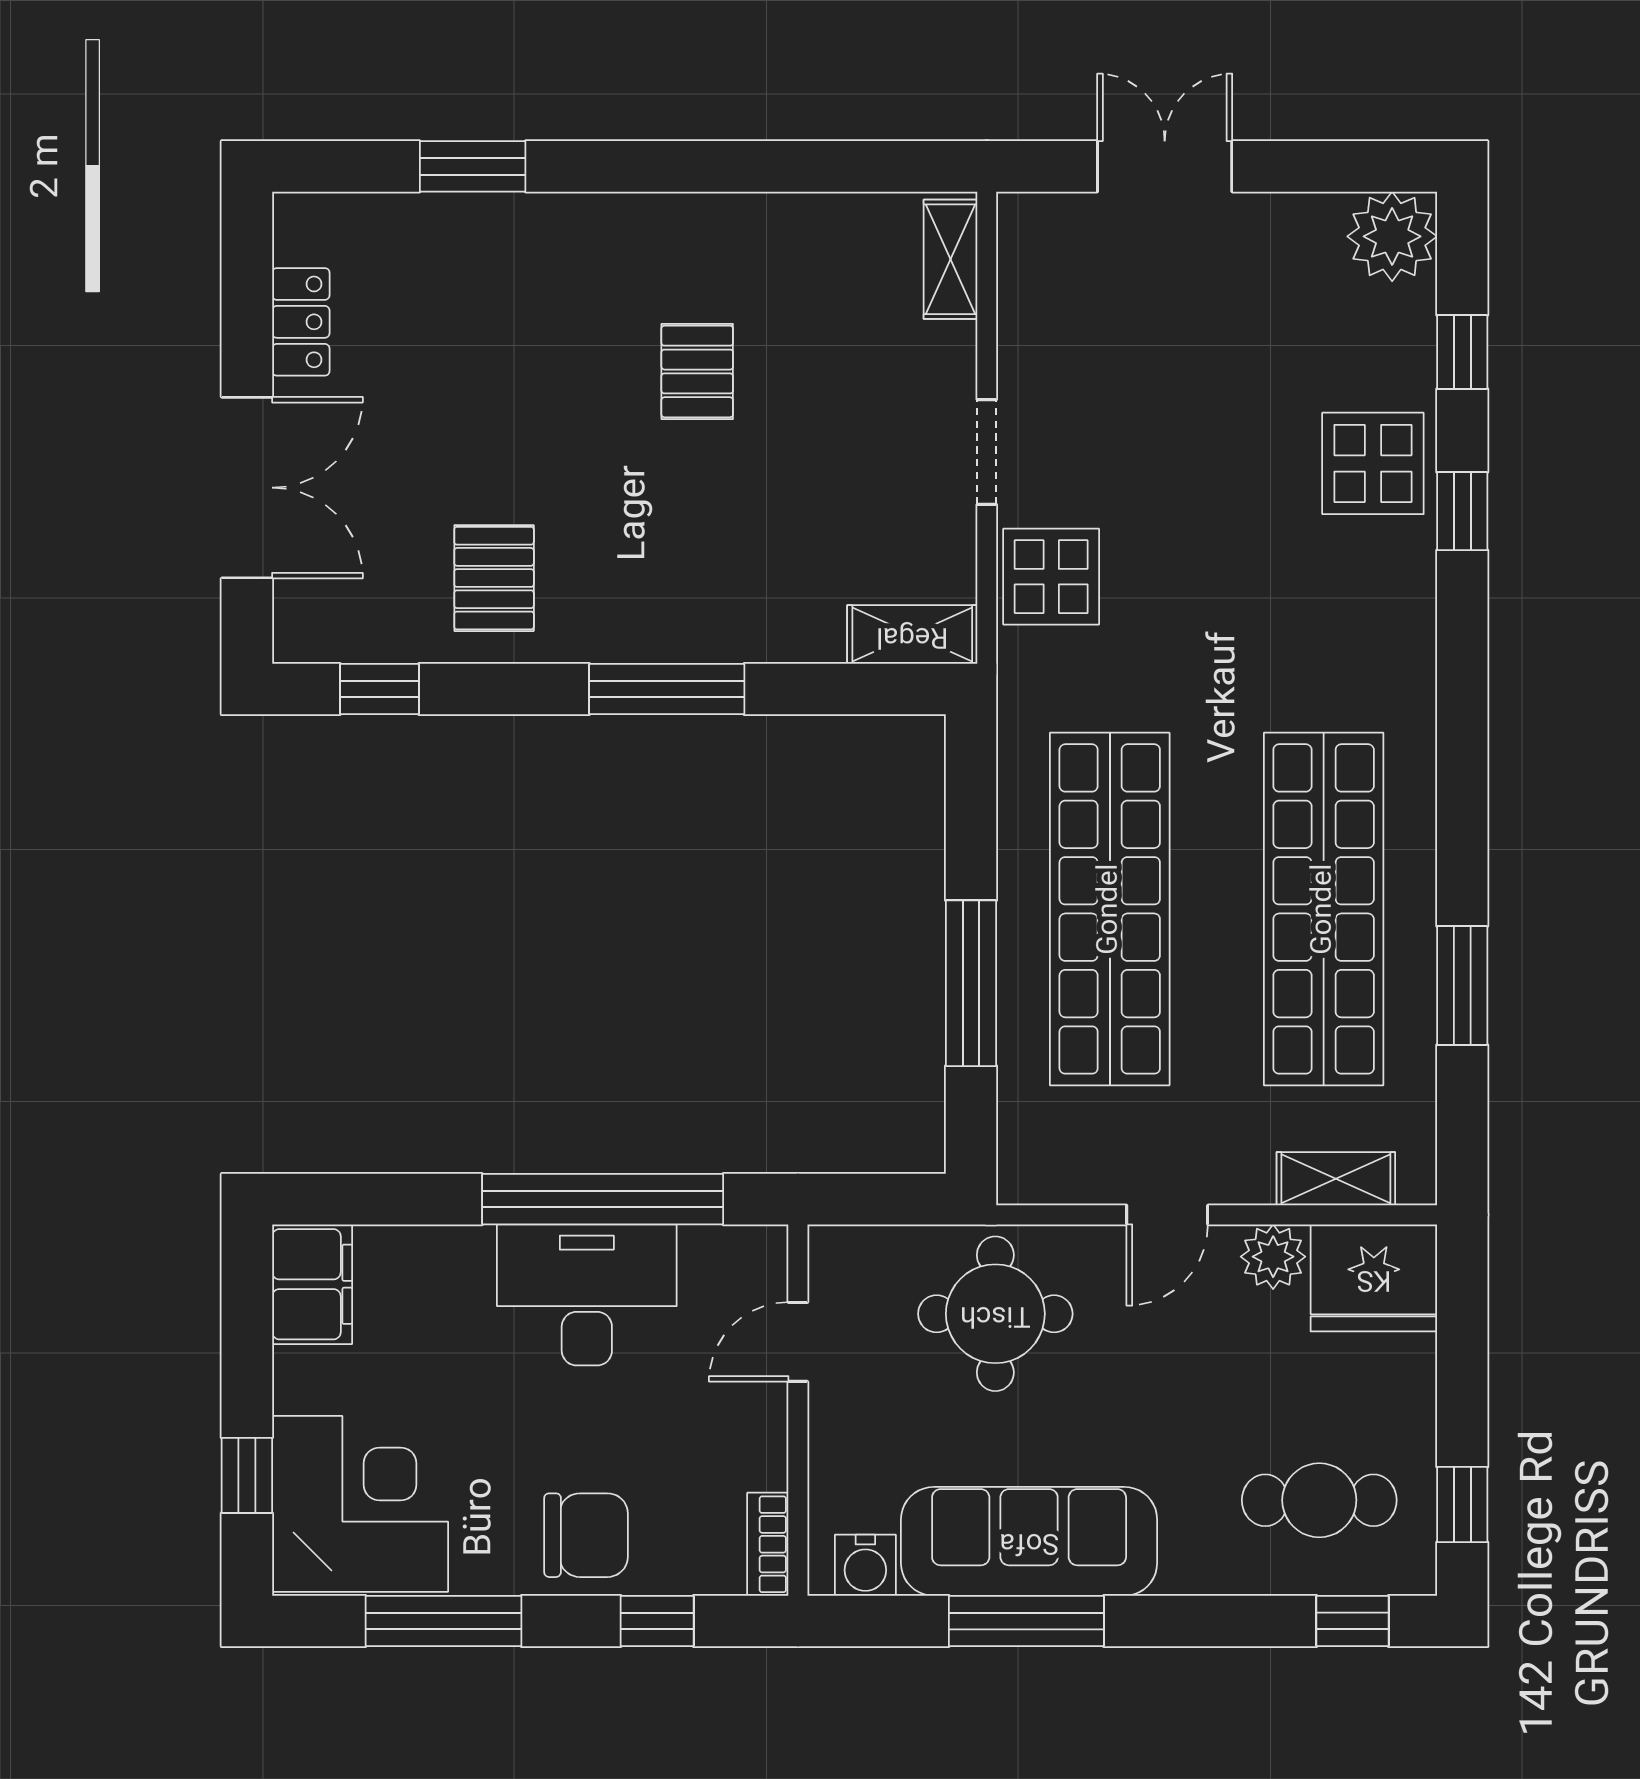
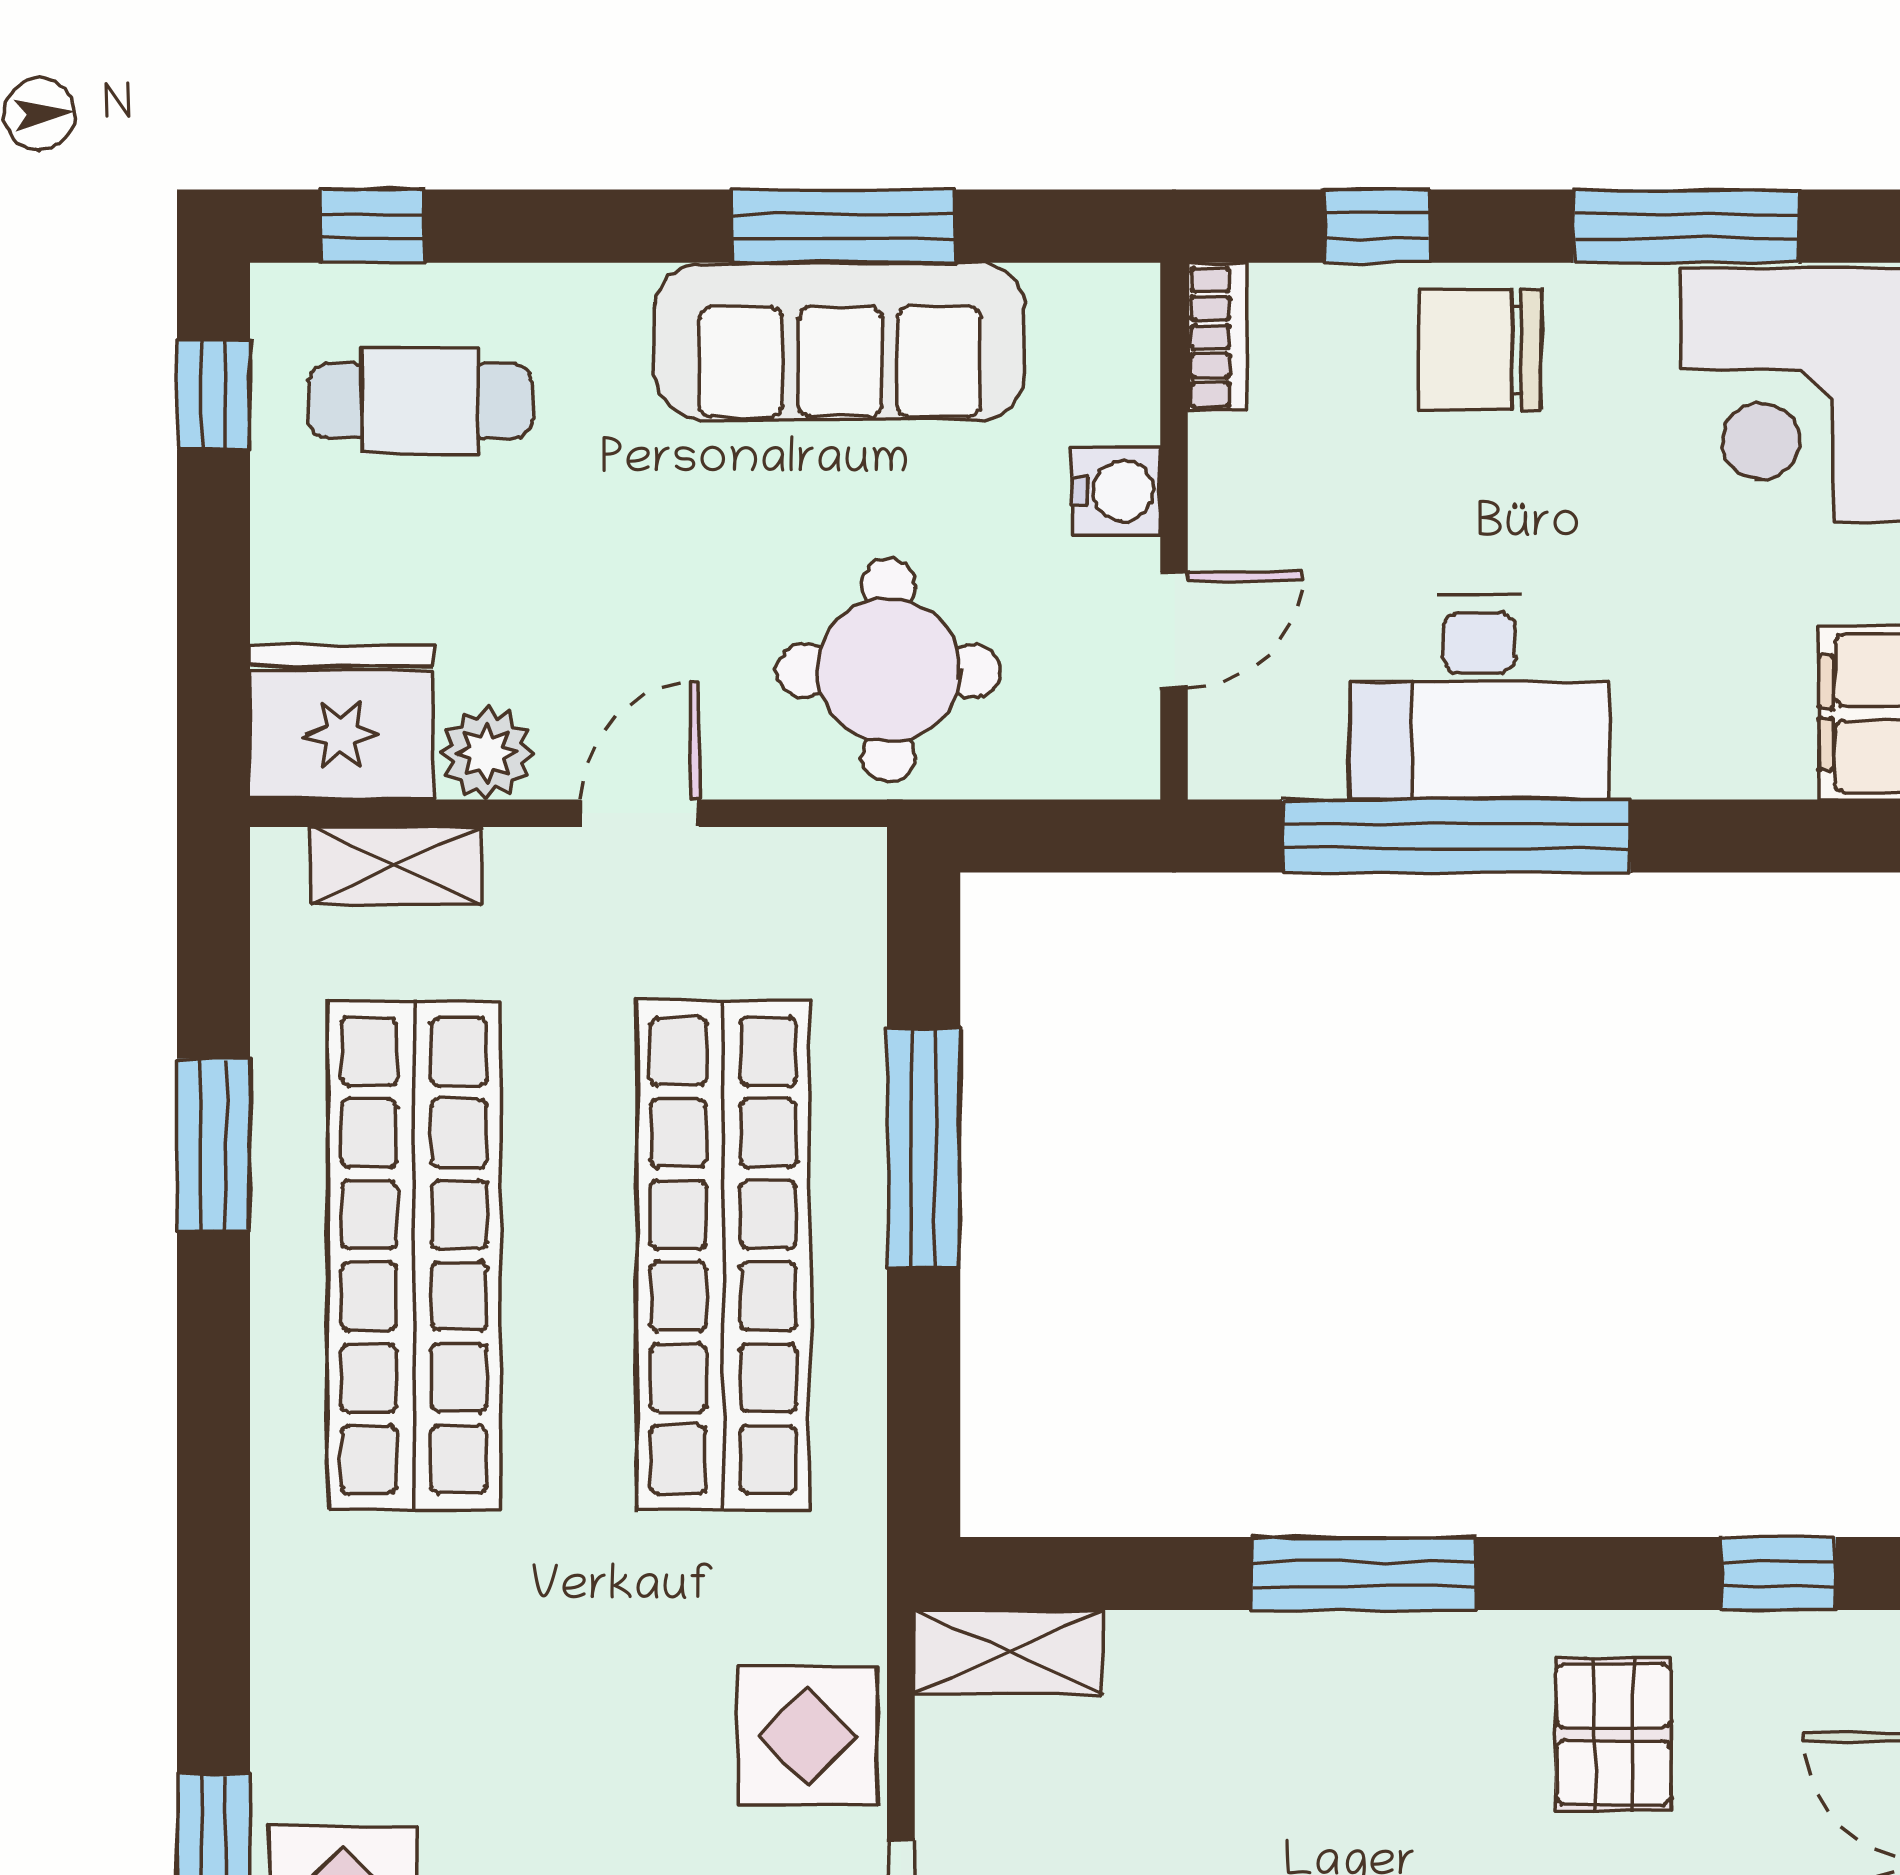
water cooler: (865, 1565) -> (1116, 491), moved, turned 90

